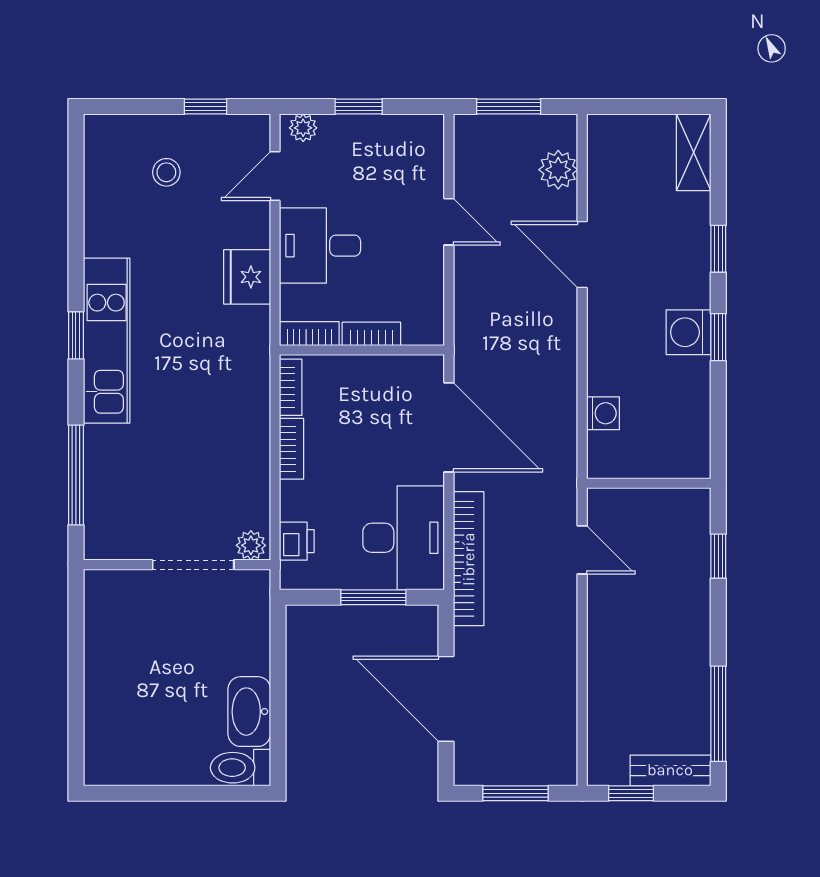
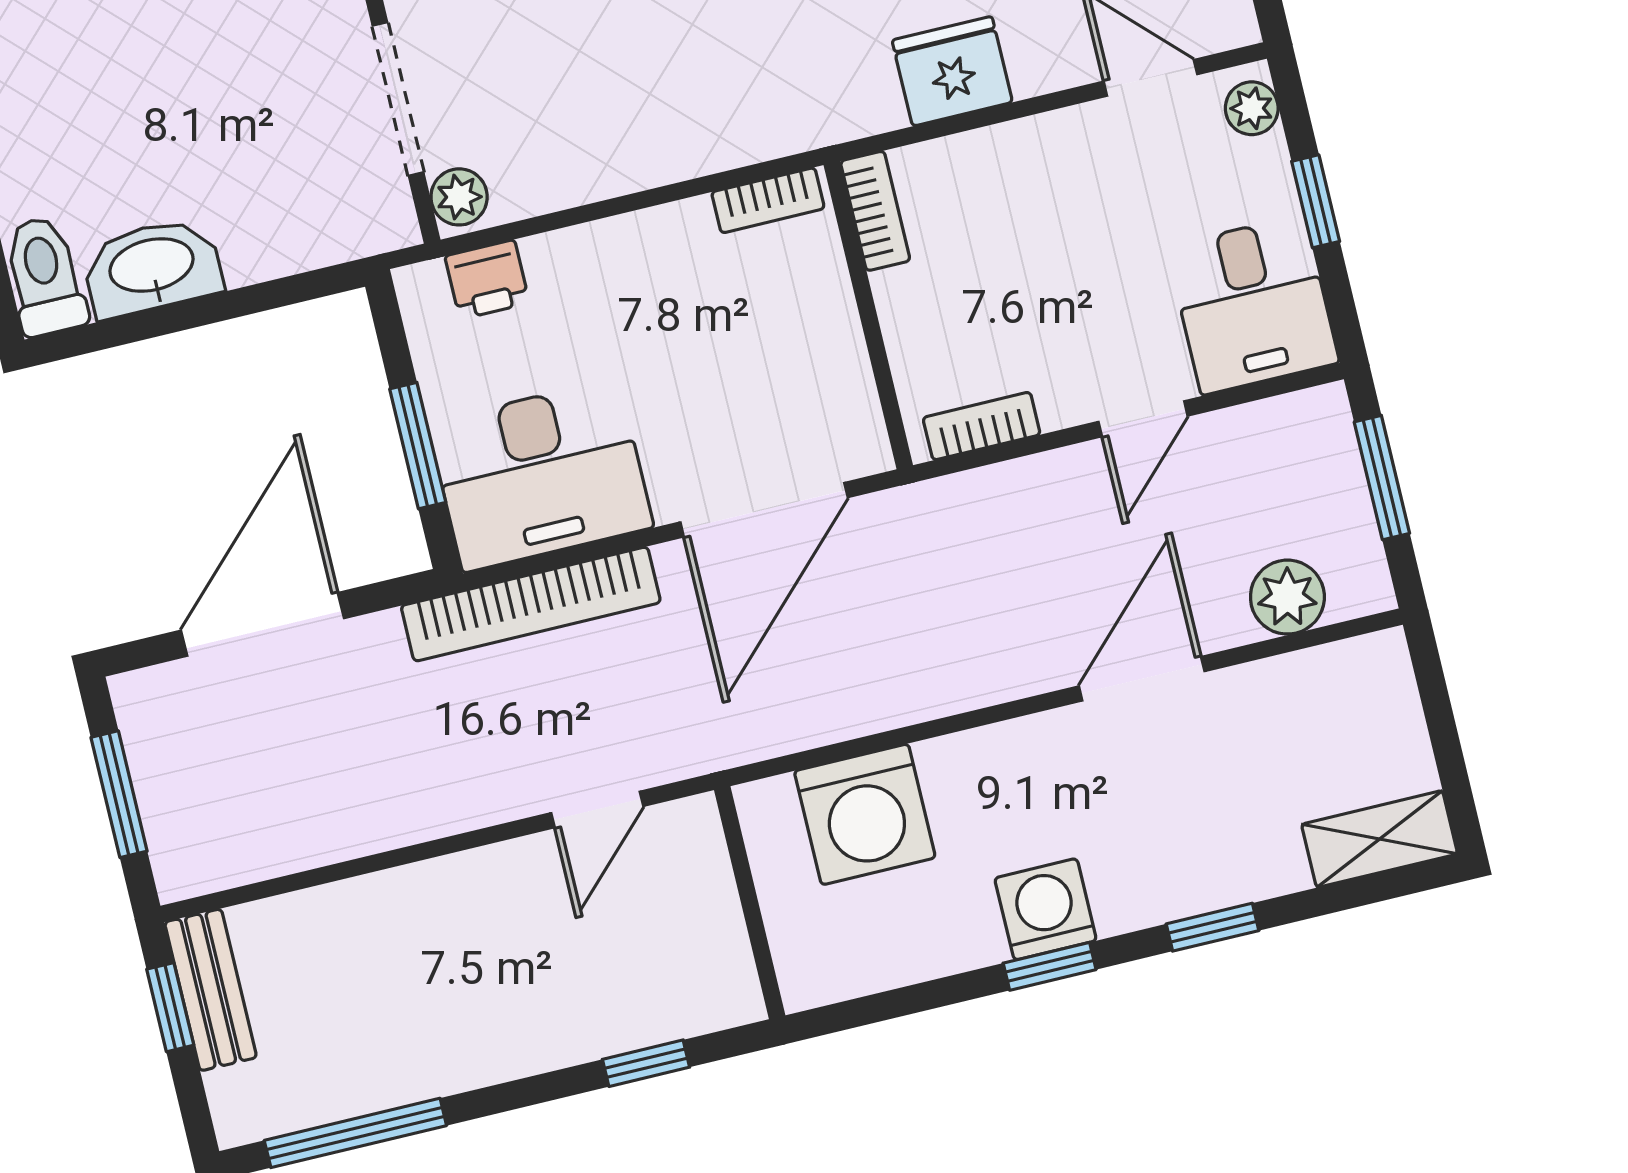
desk: (320, 246) -> (1253, 305), moved, turned 180
bookcase: (371, 334) -> (982, 426), moved, turned -90
washing machine: (603, 413) -> (865, 814), width x1.89, depth x1.89
bookcase: (292, 449) -> (655, 229), removed
bench: (670, 770) -> (211, 990), moved

